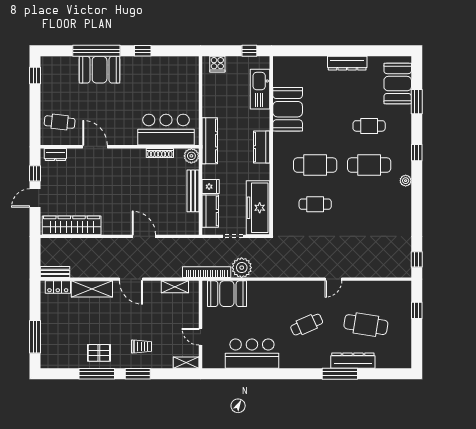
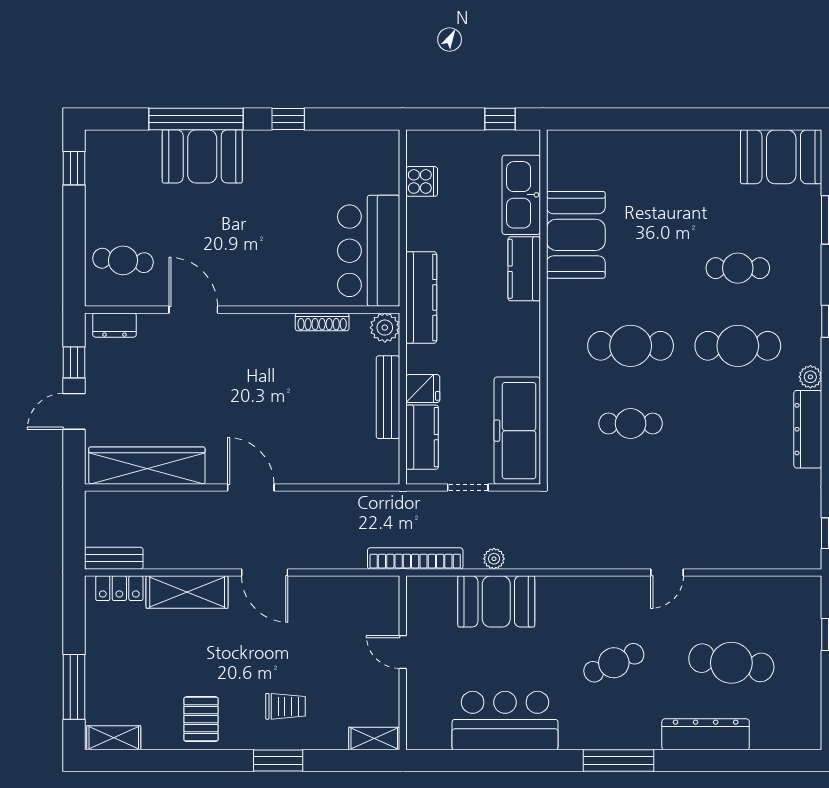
dresser: (347, 63) -> (808, 429), moved, turned 90
cooker: (217, 64) -> (422, 181), moved, turned -90
booth: (398, 84) -> (781, 157), moved, turned 90
bar counter: (166, 130) -> (369, 251), moved, turned -90
kitchen counter: (262, 147) -> (524, 269), moved
door: (144, 236) -> (251, 488), moved
plant: (242, 268) -> (494, 559), width x0.53, depth x0.53
shelving: (175, 287) -> (114, 738), moved
booth: (227, 294) -> (496, 601), moved
door: (200, 337) -> (403, 652), moved
pallet: (99, 353) -> (201, 719), turned 90
window: (97, 374) -> (197, 760), removed
window: (340, 374) -> (618, 760), moved

